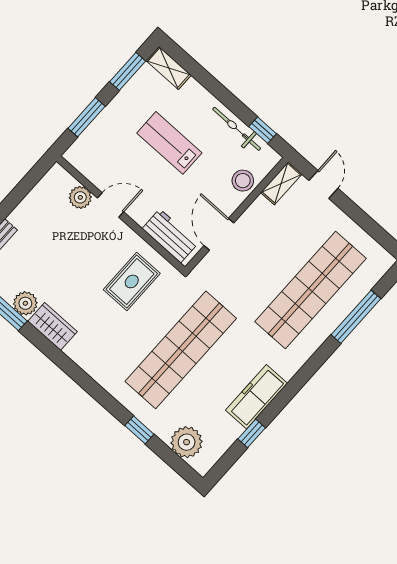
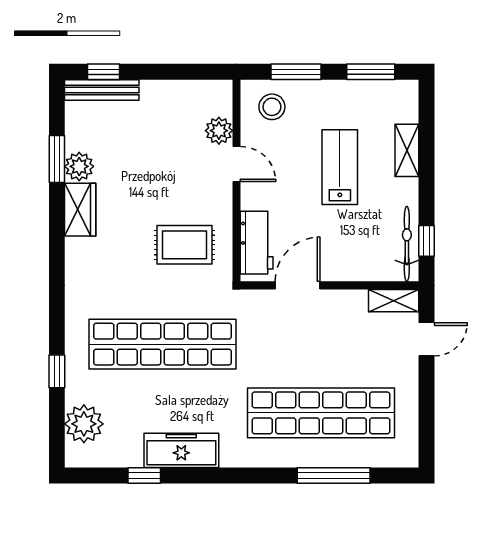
shelving: (169, 68) -> (407, 150), moved
bicycle: (237, 129) -> (407, 244), moved
stool: (243, 181) -> (272, 107), moved

